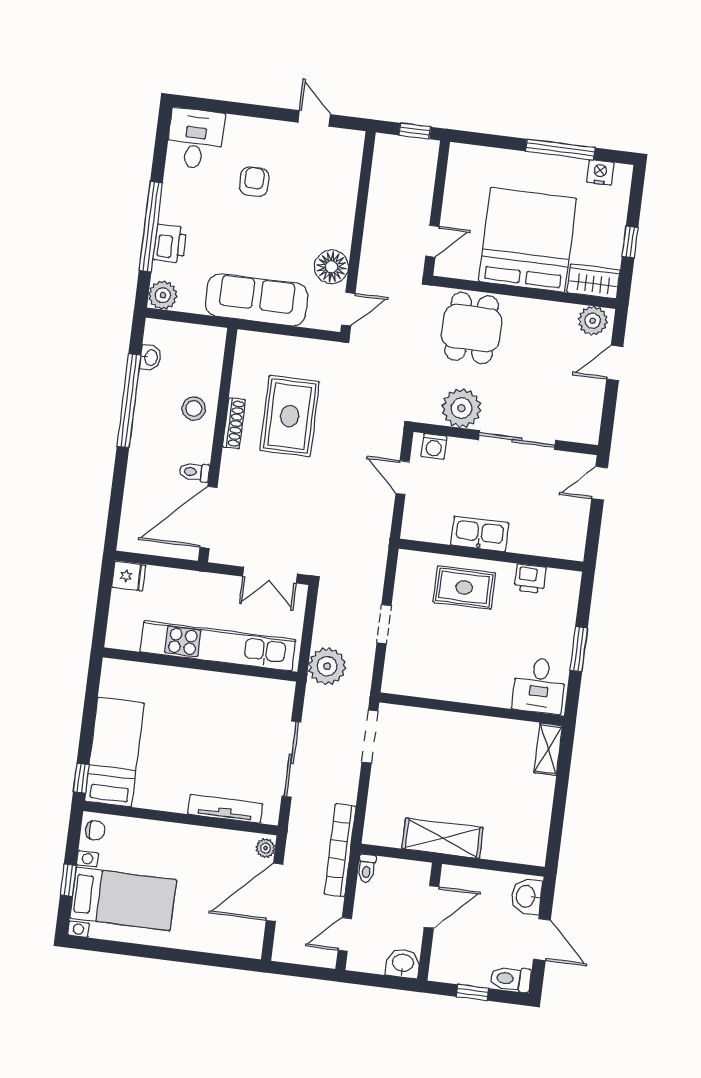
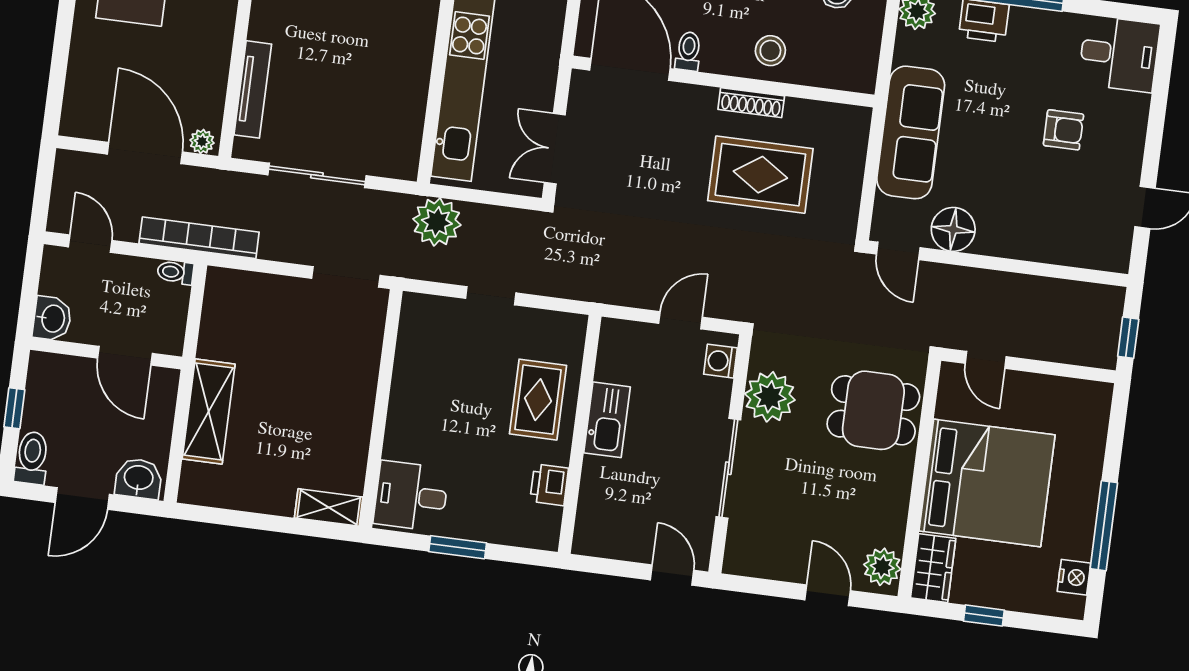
shelving: (443, 838) -> (209, 411), moved

